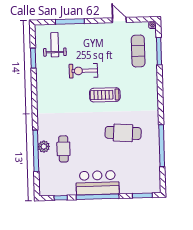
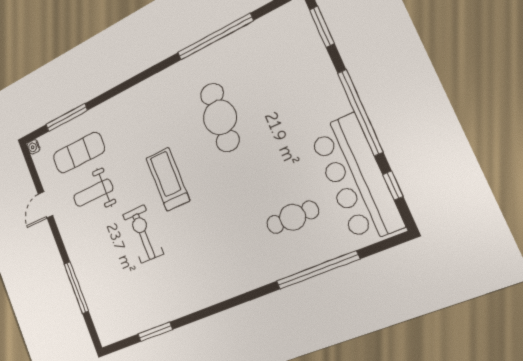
weight bench: (55, 45) -> (93, 193), moved
exercise bike: (83, 71) -> (143, 234), turned 180
treadmill: (105, 95) -> (168, 179), turned 180
plant: (44, 147) -> (303, 257), removed
bar counter: (97, 183) -> (356, 179), moved, width x1.36

